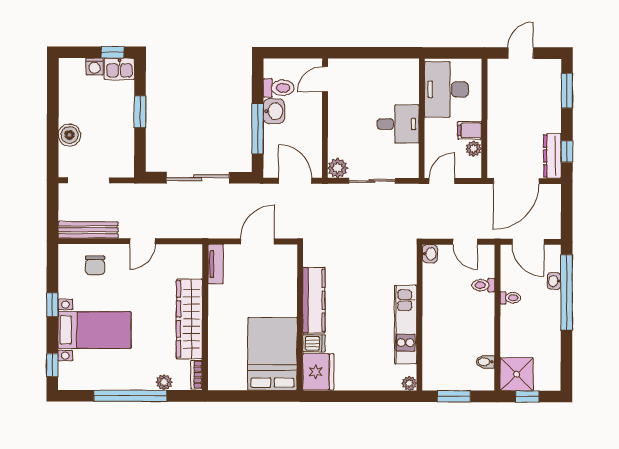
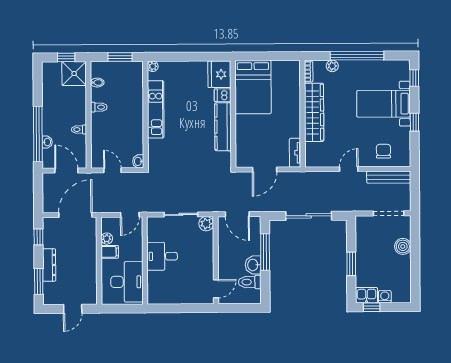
dresser: (552, 156) -> (49, 265), moved
toilet: (483, 285) -> (99, 107), moved

